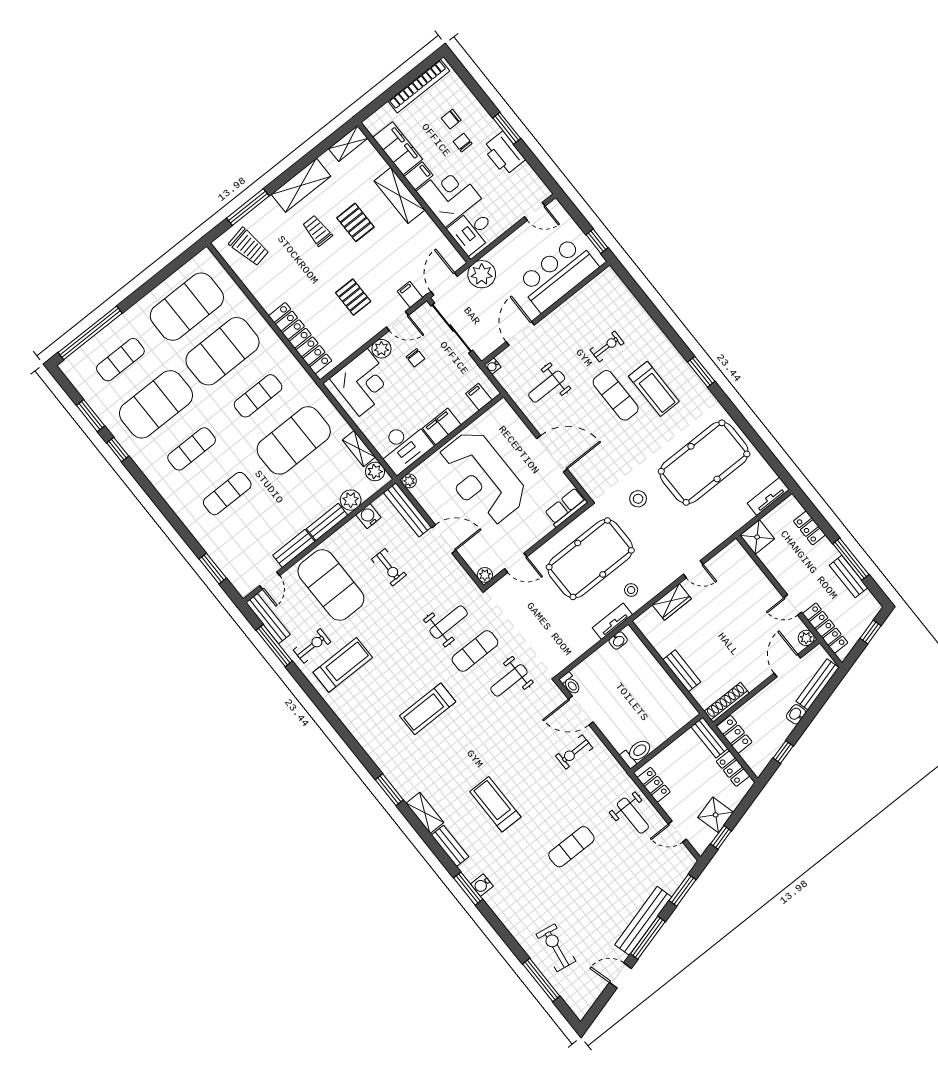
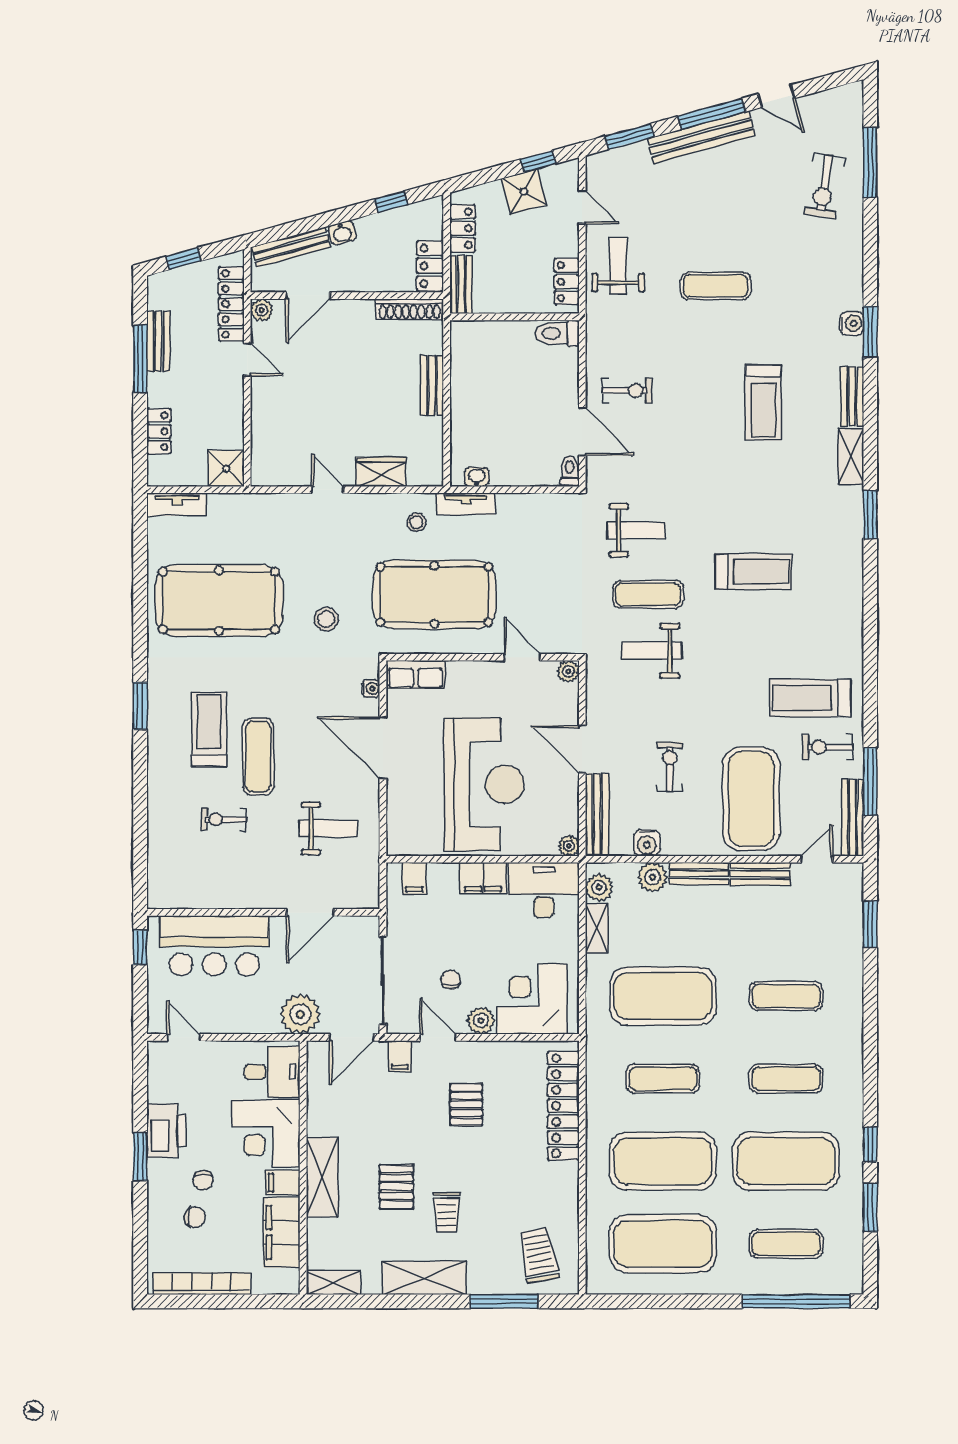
water cooler: (493, 366) -> (371, 688), moved

